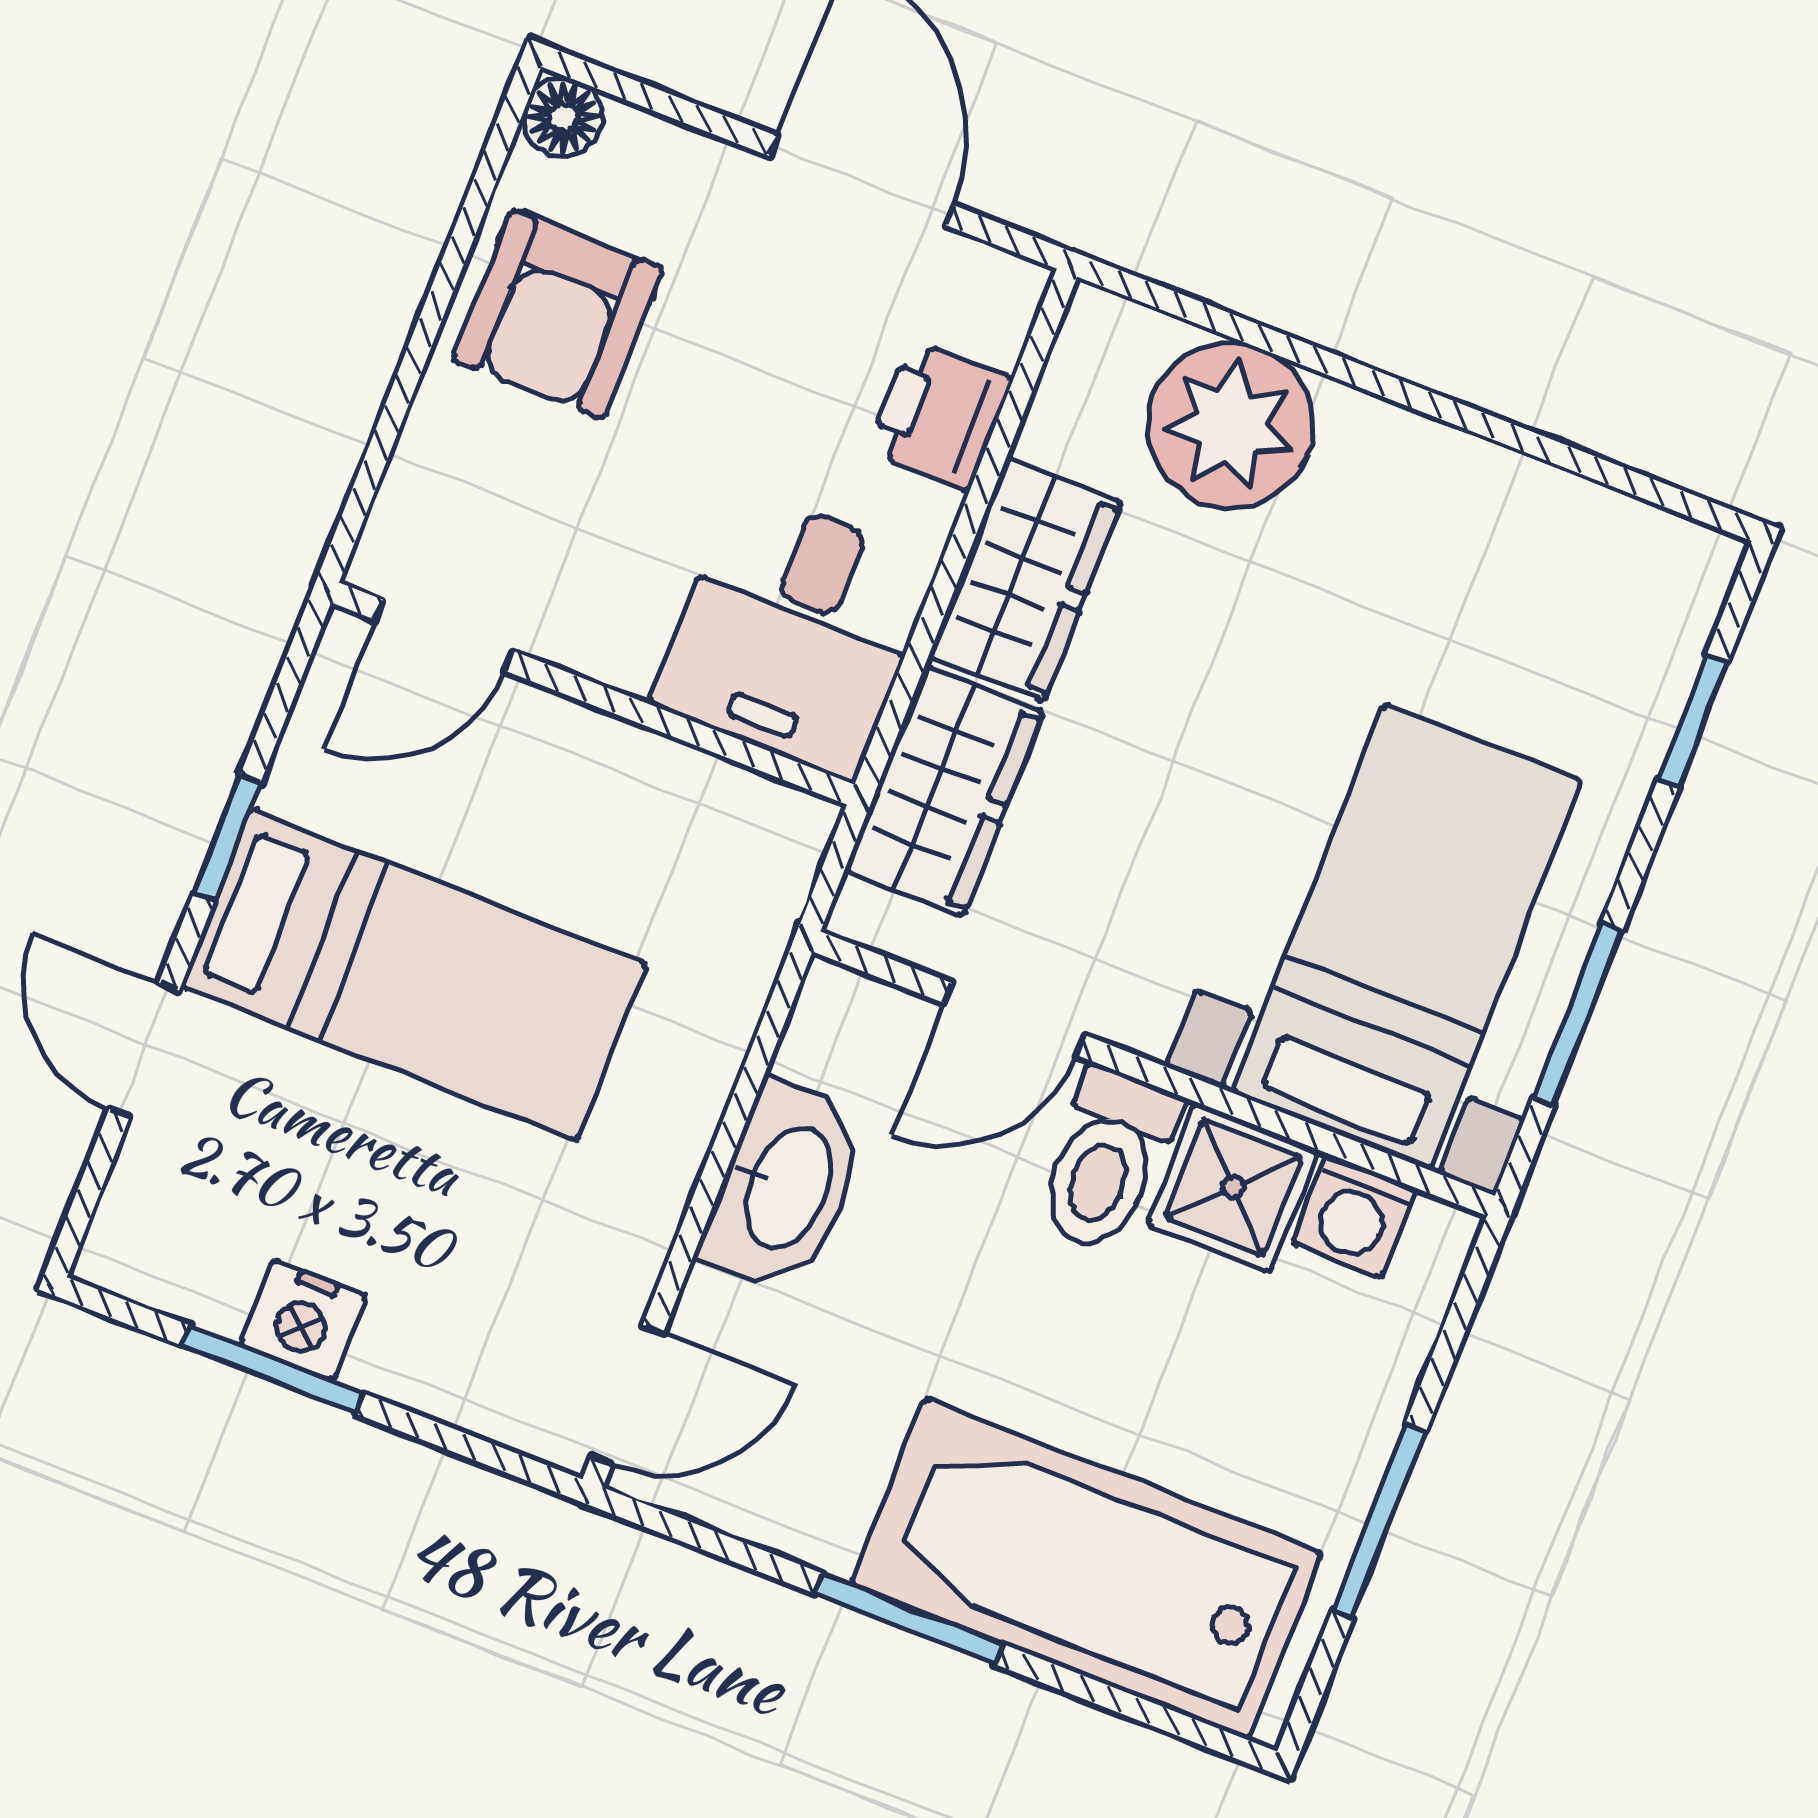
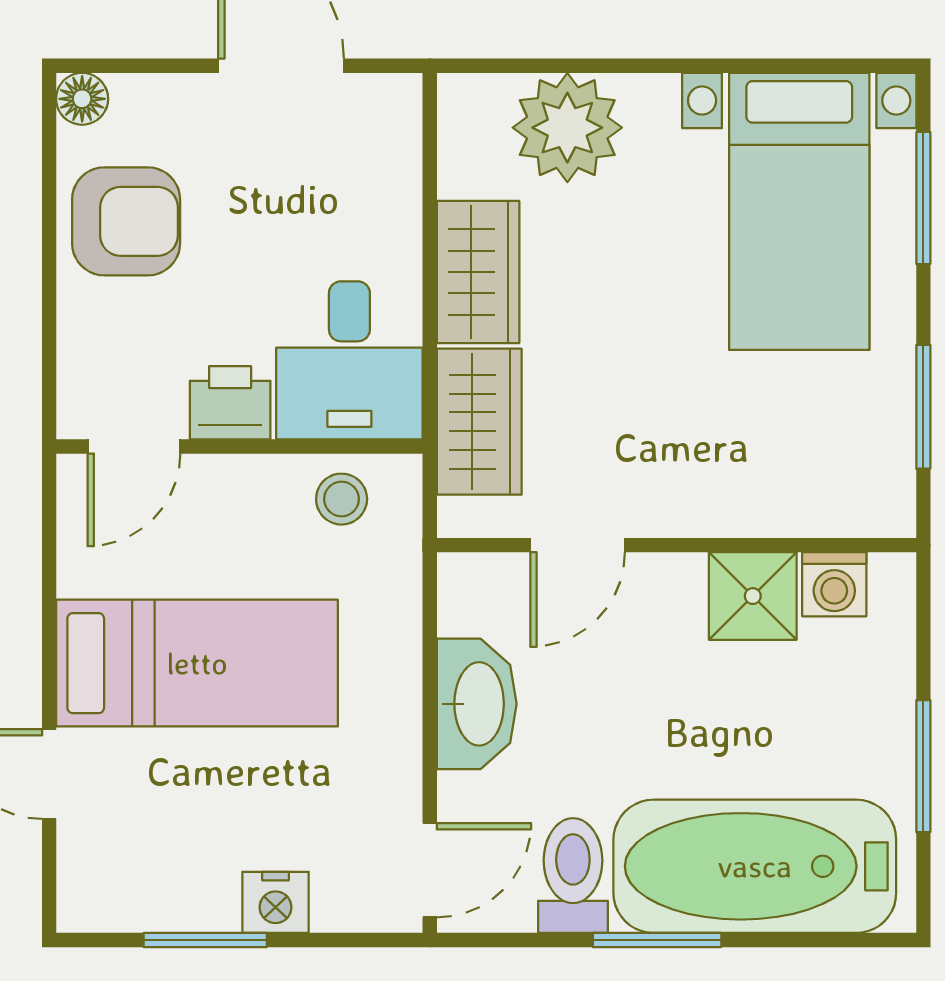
armchair: (557, 314) -> (126, 221), turned -90
printer: (940, 416) -> (230, 403), moved, turned 90
window: (1693, 721) -> (923, 198), width x1.50
stool: (708, 824) -> (342, 499), added
window: (227, 838) -> (49, 624), removed
bed with nightstands: (1407, 936) -> (799, 211), moved, turned 180
toilet: (1107, 1160) -> (573, 876), moved, turned 180
nightstand: (303, 1320) -> (276, 902), moved

